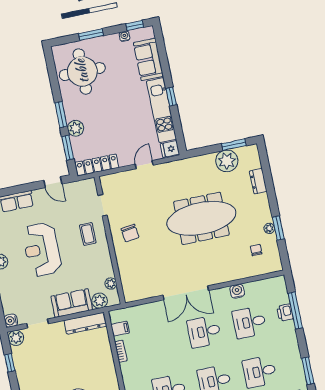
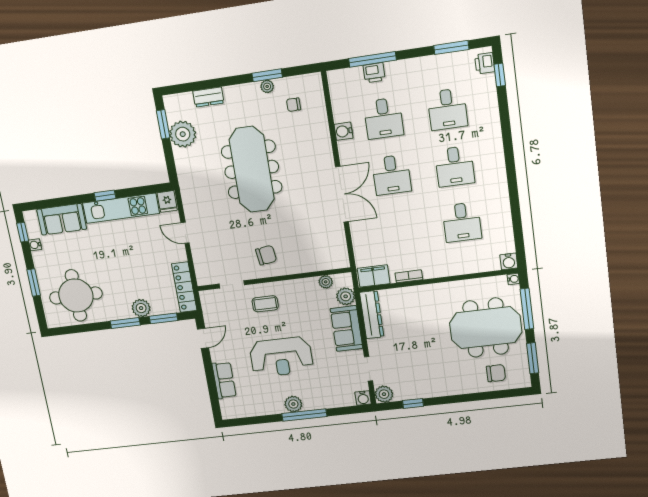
filing cabinet: (120, 329) -> (374, 276), width x2.00

